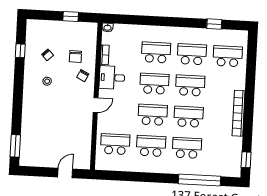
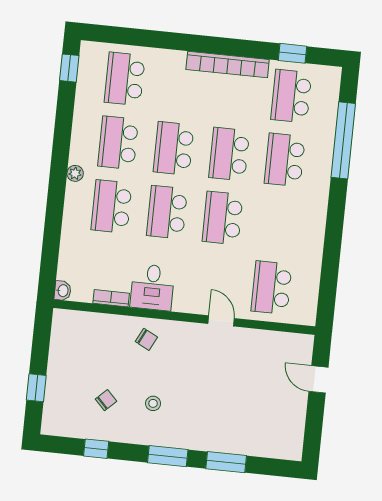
window: (71, 16) -> (36, 388), moved
window: (214, 24) -> (69, 68), moved
plant: (173, 31) -> (75, 173), added
chair: (75, 56) -> (111, 351), removed
window: (18, 91) -> (168, 456), added
door: (96, 105) -> (221, 321), moved
window: (15, 146) -> (226, 462), moved
school desk: (151, 146) -> (291, 96), moved
window: (246, 160) -> (292, 53), moved

